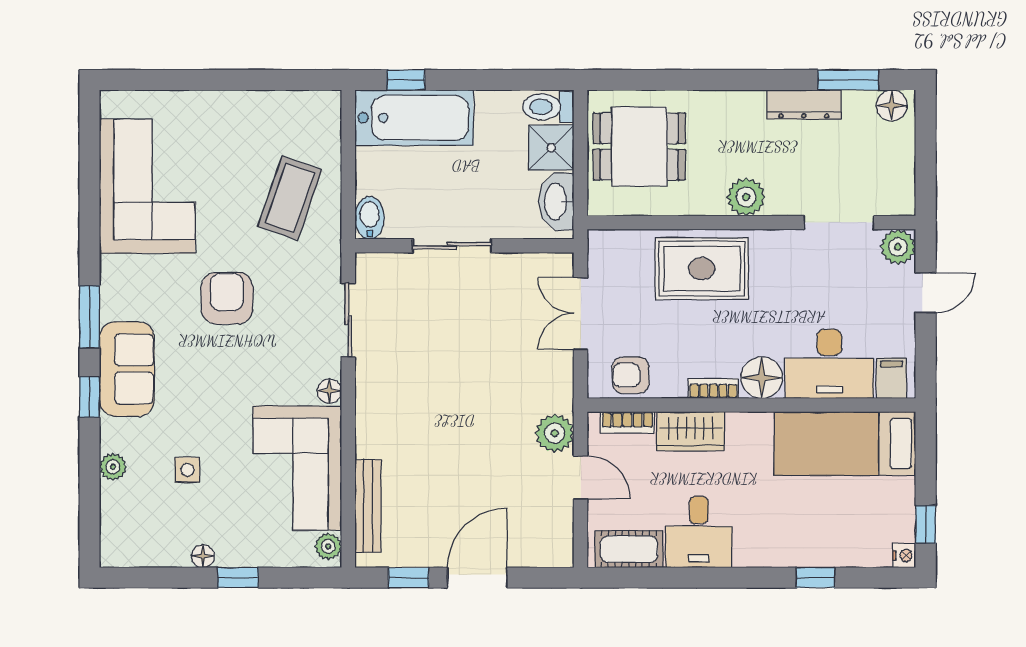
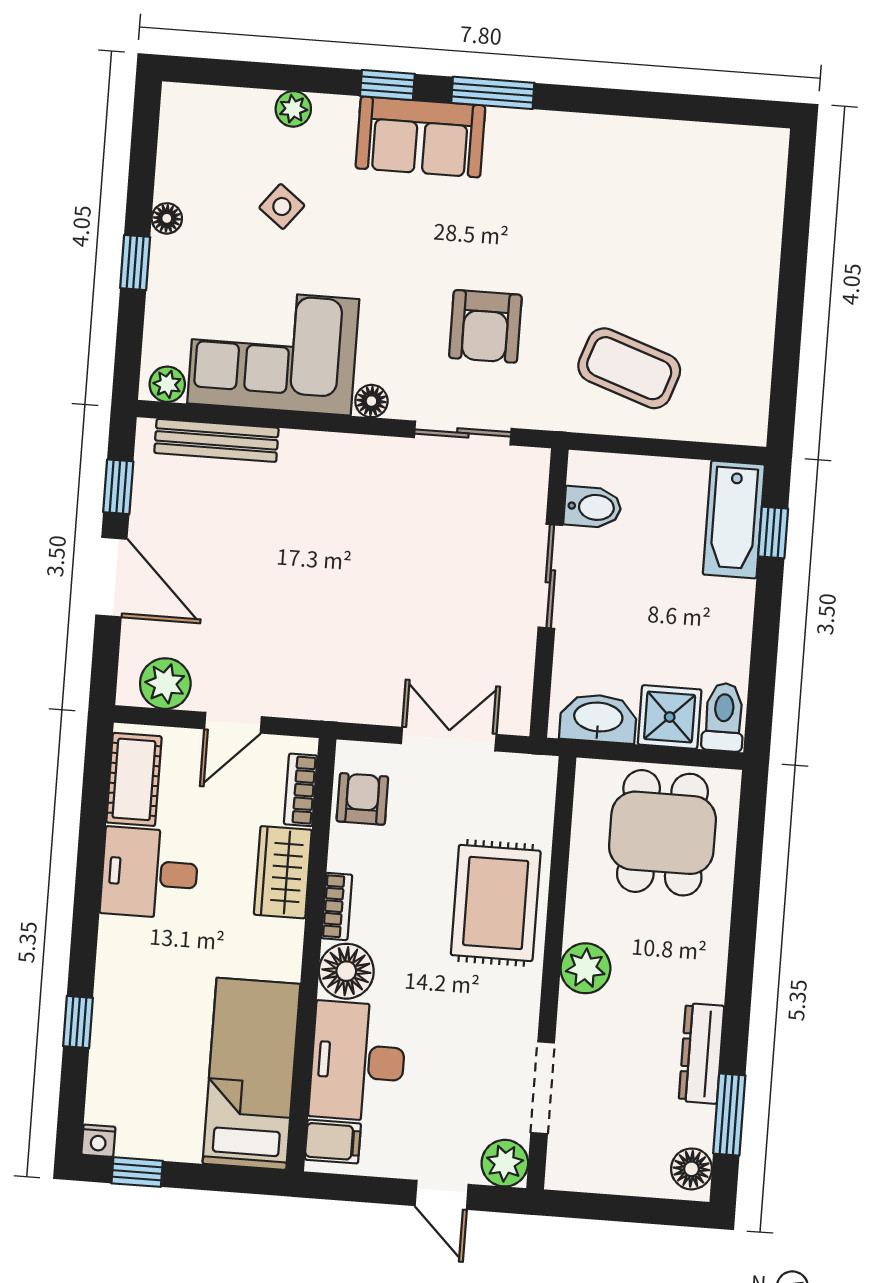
bathtub: (414, 118) -> (734, 519), width x0.73, depth x0.73
corner sofa: (147, 186) -> (659, 182), removed
bidet: (370, 218) -> (592, 507), moved
armchair: (227, 298) -> (485, 326), moved, turned 90
plant: (555, 433) -> (165, 684), moved
side table: (187, 470) -> (282, 206), turned 38

